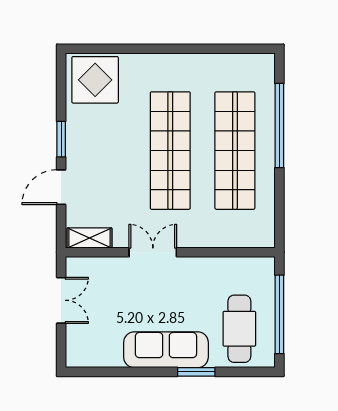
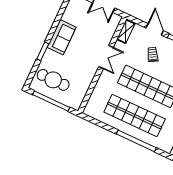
trolley: (108, 170) -> (153, 54), added
sofa: (166, 350) -> (62, 37), width x0.73

